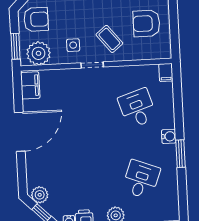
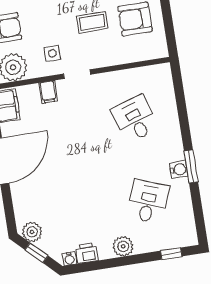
coffee table: (109, 39) -> (92, 22), moved, turned -51
filing cabinet: (166, 72) -> (48, 92), moved
water cooler: (169, 136) -> (179, 170), moved

